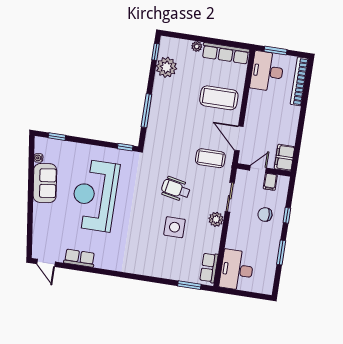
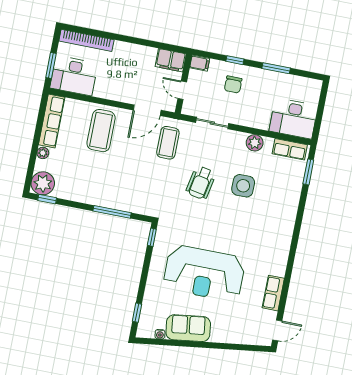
plant: (166, 67) -> (43, 183), moved
filing cabinet: (270, 182) -> (200, 63), moved
plant: (216, 219) -> (255, 143), moved

